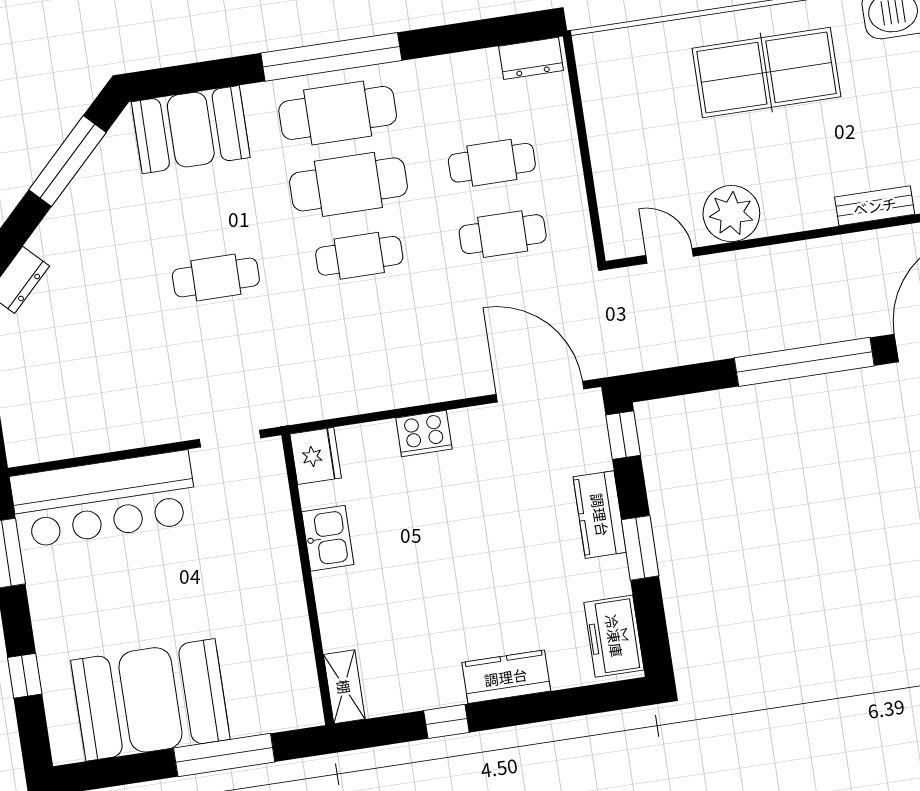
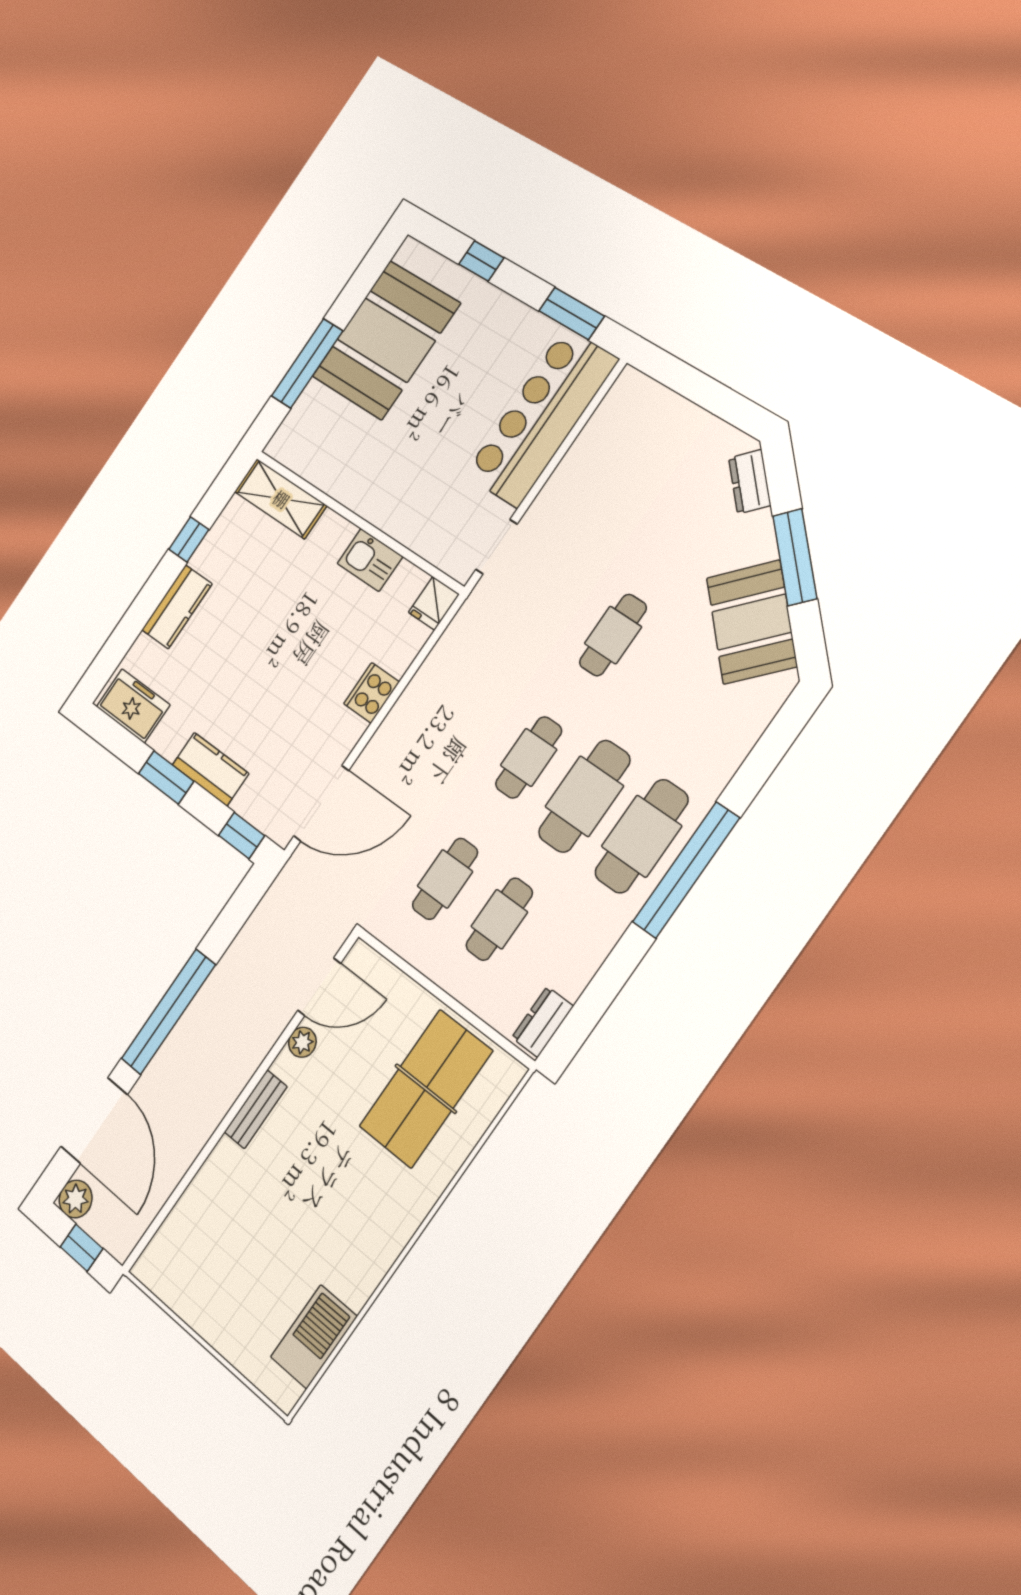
table tennis table: (766, 72) -> (426, 1089), moved
booth: (191, 130) -> (752, 622), moved, turned -45
window: (67, 161) -> (795, 557), moved
bench: (875, 206) -> (256, 1109), moved
plant: (731, 214) -> (302, 1042), width x0.53, depth x0.53
door: (670, 256) -> (319, 987), width x1.38
fridge: (316, 456) -> (434, 603), width x0.72
shelving: (344, 687) -> (281, 499), width x1.50, depth x1.33

